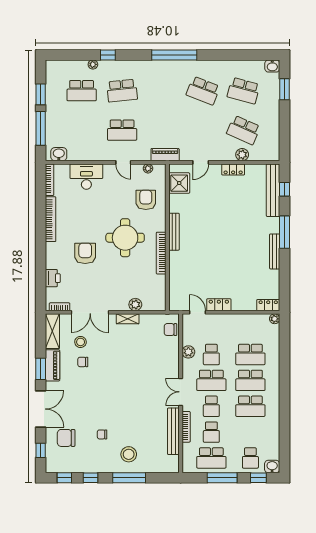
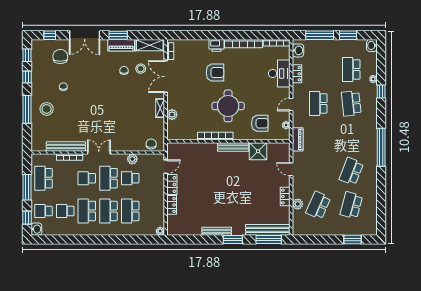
washbasin: (272, 66) -> (372, 45), moved
locker: (87, 155) -> (297, 74), added
shower: (179, 183) -> (258, 151), moved
window: (284, 189) -> (269, 239), width x2.17
window: (284, 232) -> (233, 239), width x0.69
printer: (53, 278) -> (216, 45), moved
locker: (268, 305) -> (172, 205), moved
school desk: (211, 432) -> (65, 211), moved

